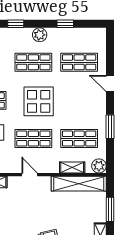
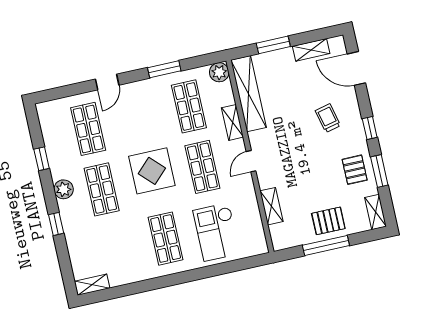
shelving: (72, 167) -> (233, 122), moved

